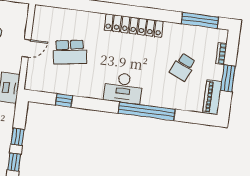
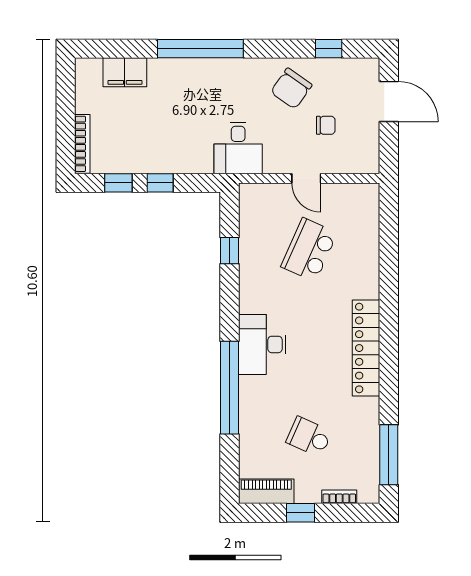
school desk: (70, 52) -> (309, 250), turned 33
window: (228, 78) -> (300, 513), width x0.67

